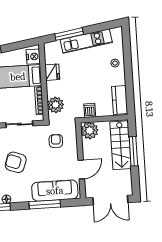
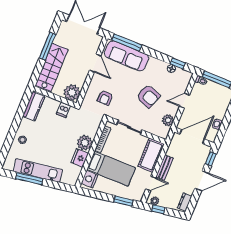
window: (69, 34) -> (29, 179), moved
plant: (56, 105) -> (85, 143), moved
window: (133, 151) -> (48, 46), moved
door: (81, 170) -> (95, 63), swing flipped
window: (45, 204) -> (127, 43), moved

